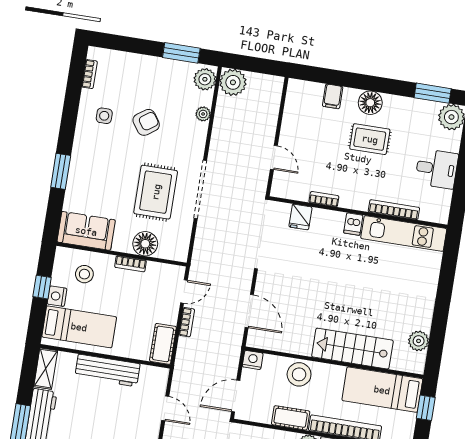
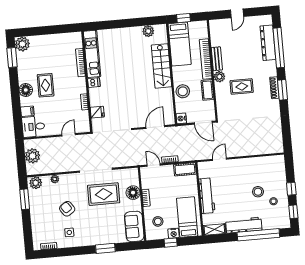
plant: (233, 82) -> (33, 156), moved
desk: (437, 169) -> (33, 127), moved, turned -90

